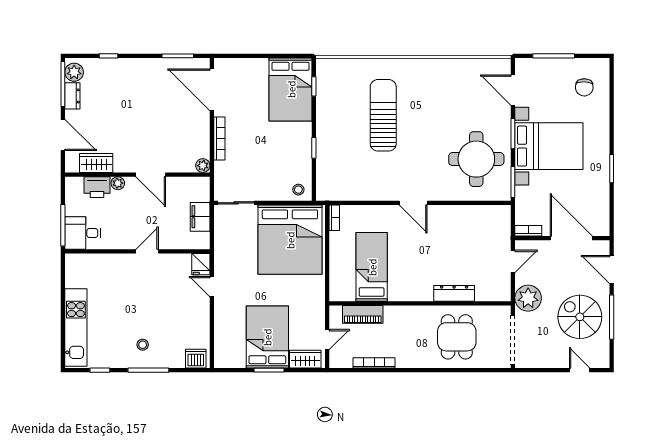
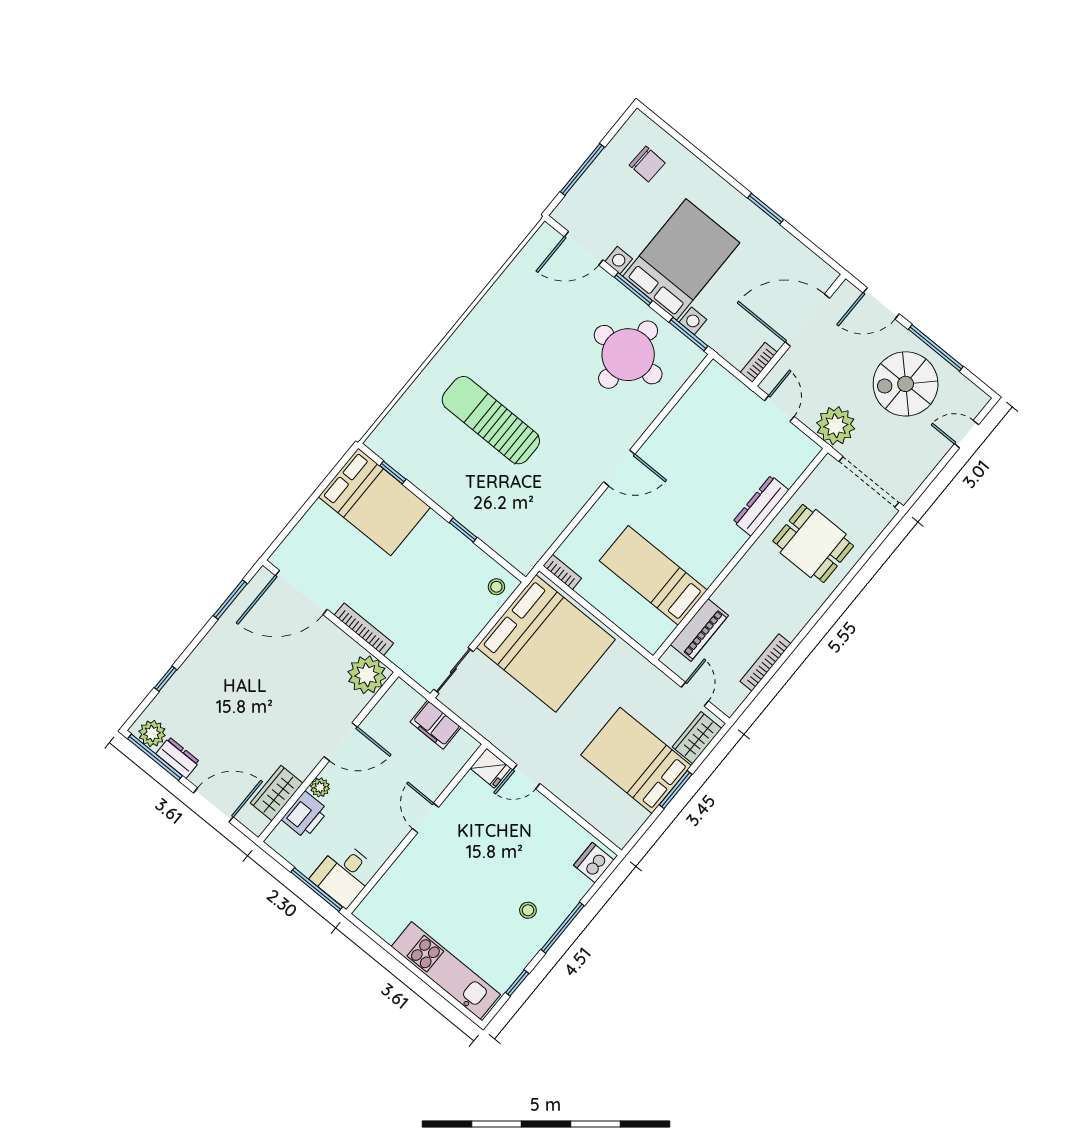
plant: (203, 166) -> (367, 675), width x1.88, depth x1.88

